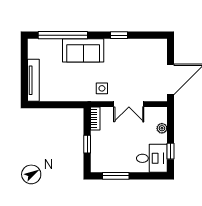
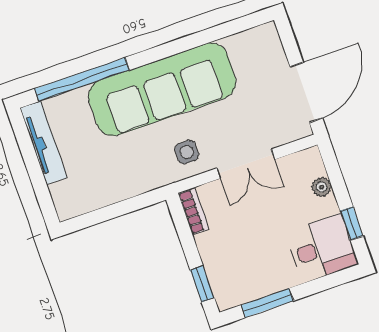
window: (119, 35) -> (184, 44), removed
sofa: (83, 50) -> (162, 89), width x1.85, depth x1.27
tv unit: (33, 80) -> (44, 143), moved
window: (87, 144) -> (202, 284), moved

